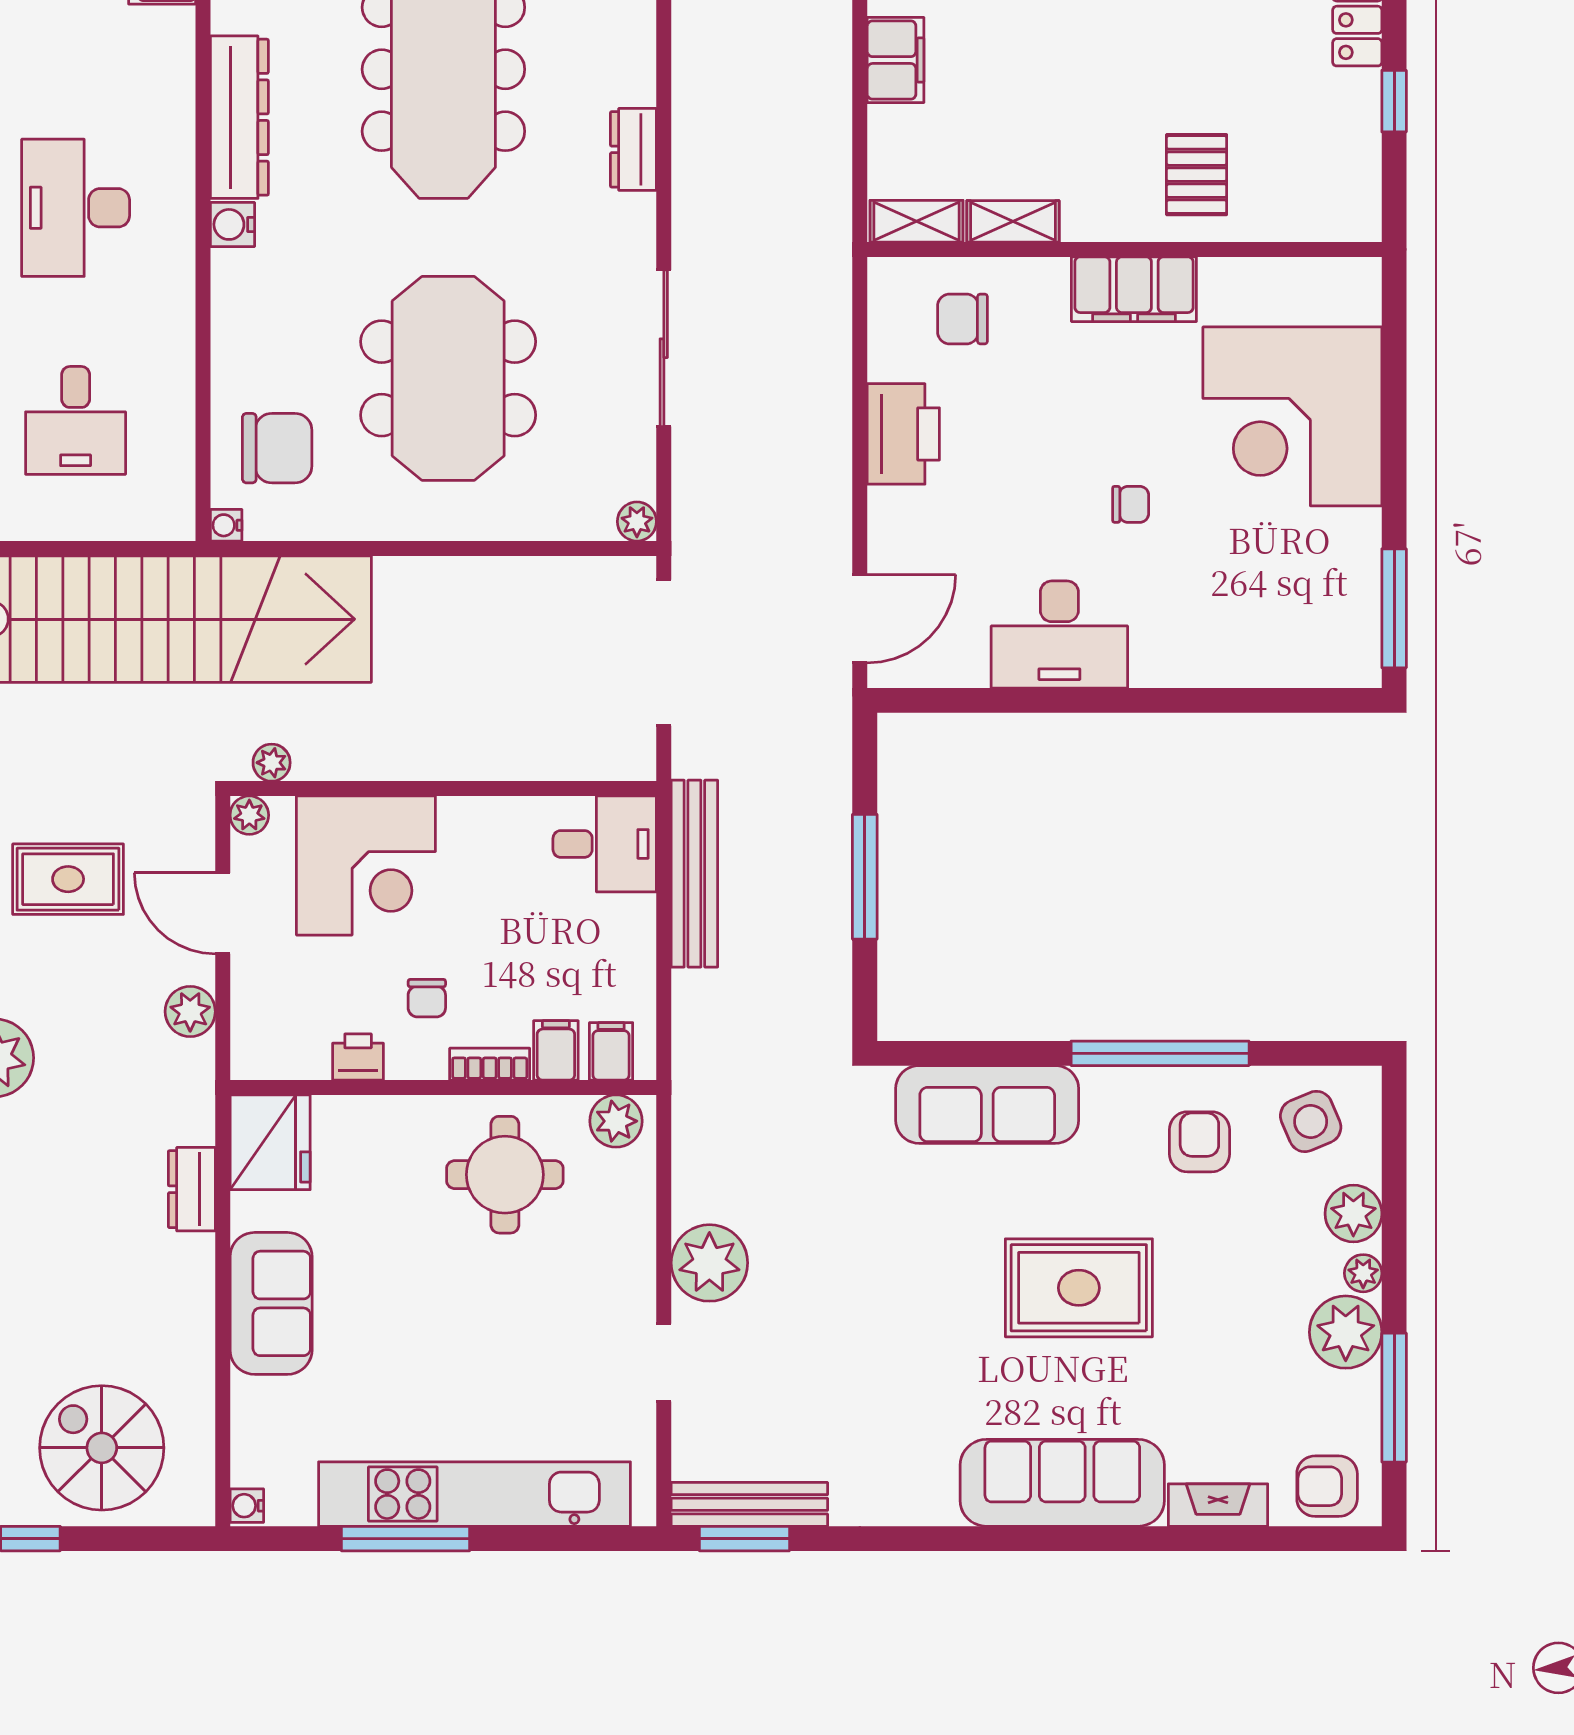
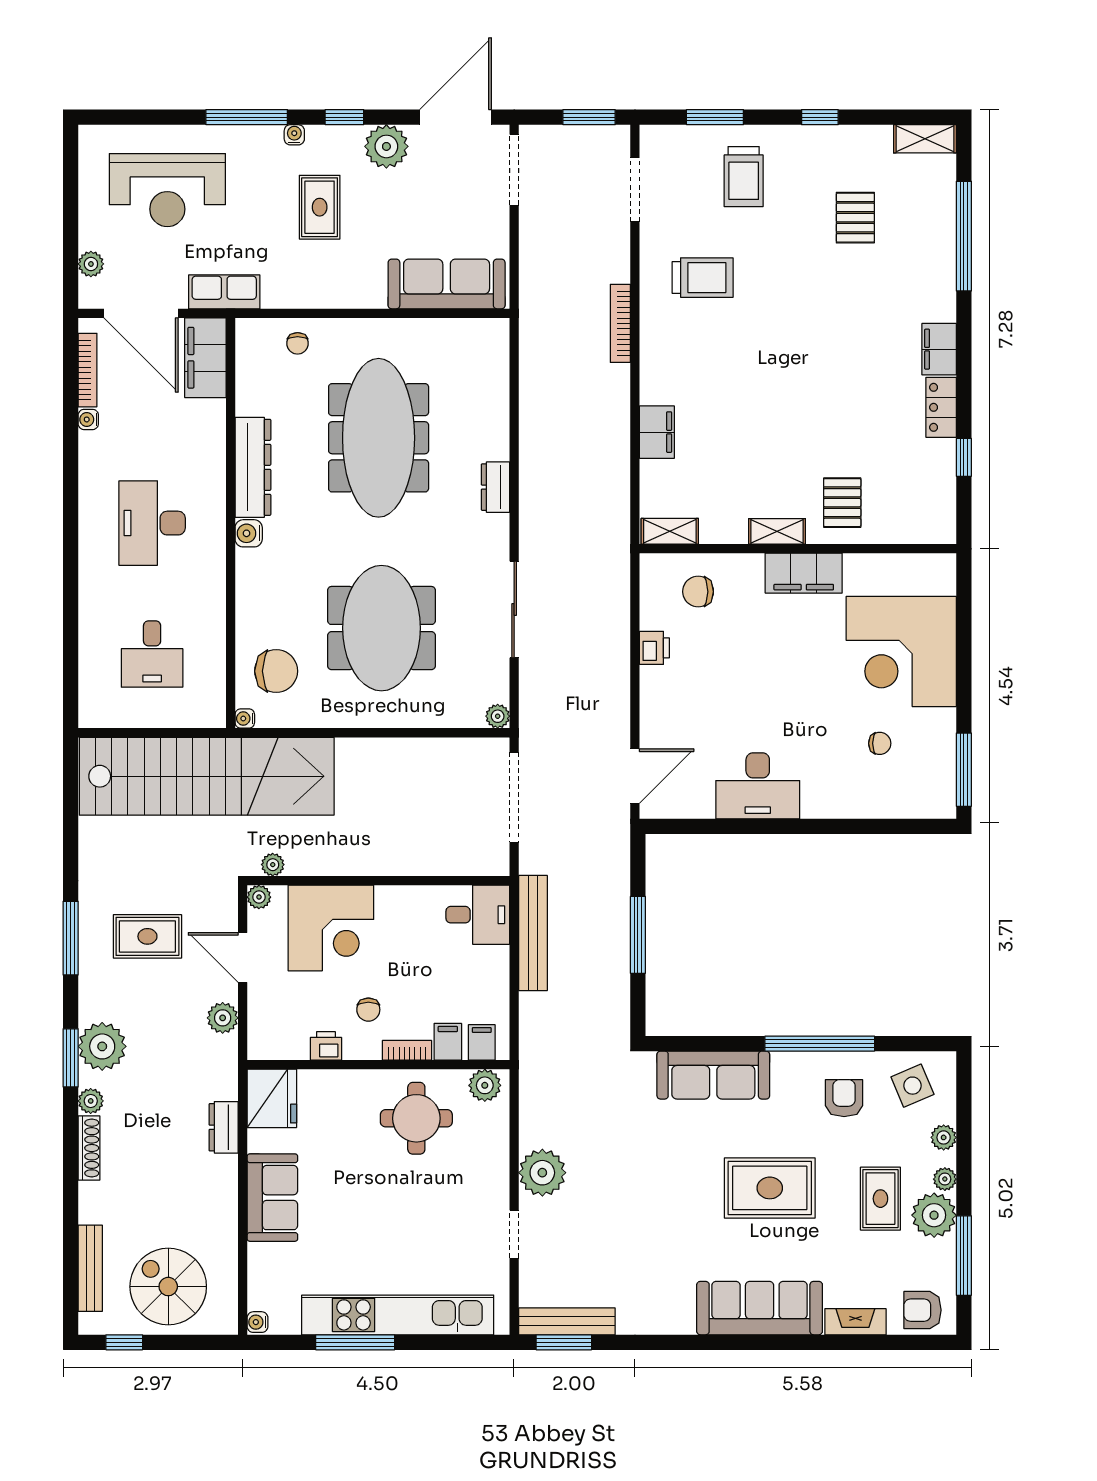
shelving: (1013, 221) -> (777, 531), moved
printer: (903, 434) -> (654, 648), width x0.53, depth x0.68
chair: (1131, 504) -> (880, 743), moved
plant: (1353, 1214) -> (944, 1137), width x0.73, depth x0.73
rug: (1259, 1305) -> (880, 1199), added

